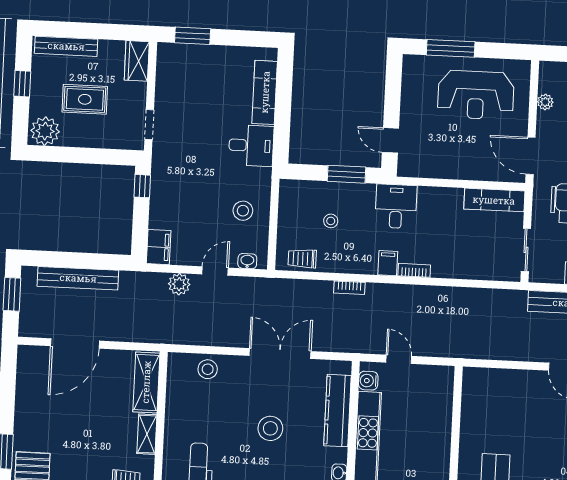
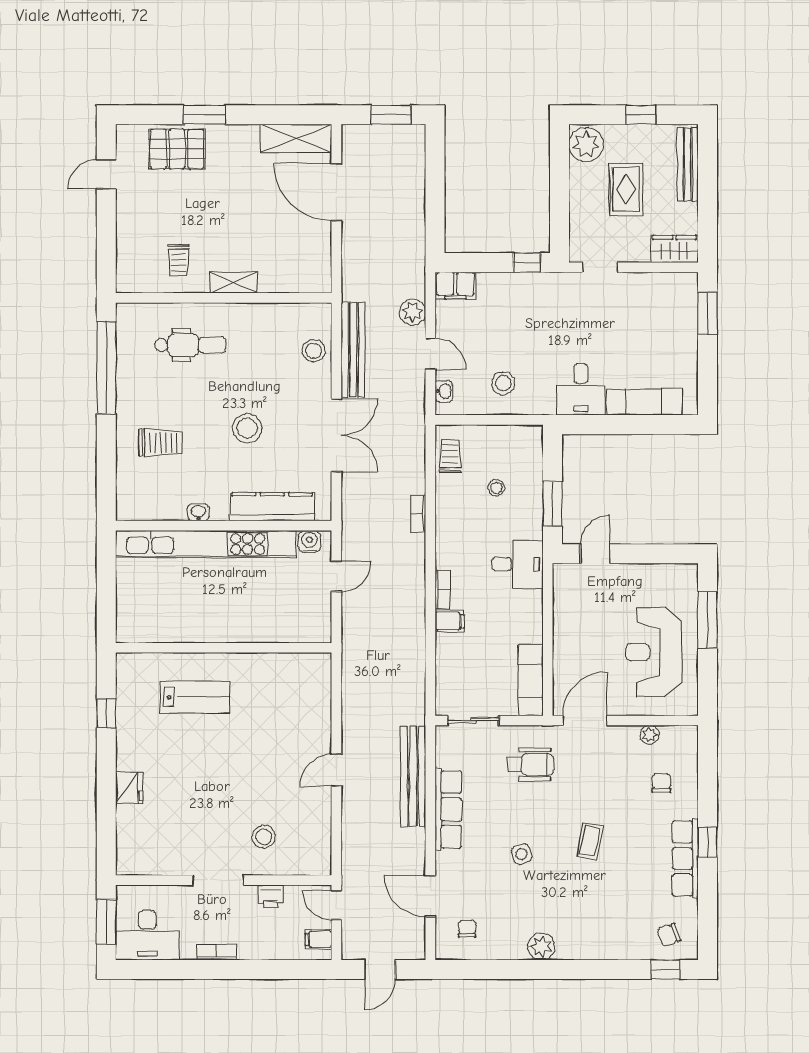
filing cabinet: (388, 263) -> (450, 621), moved
bench: (78, 278) -> (353, 350), moved
shelving: (146, 382) -> (296, 138), moved

